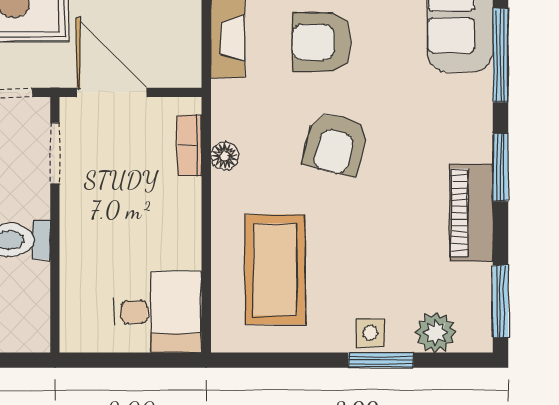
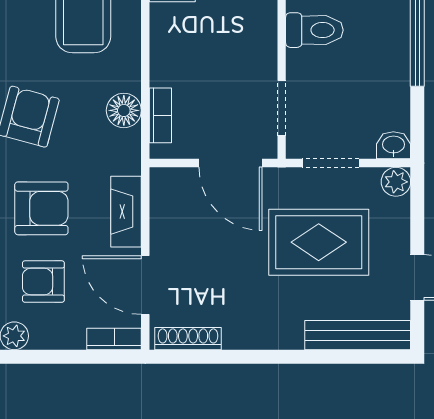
floor lamp: (225, 156) -> (124, 110), width x1.37, depth x1.37

